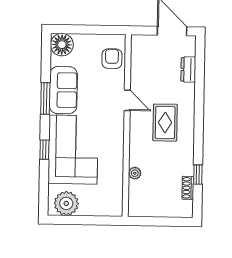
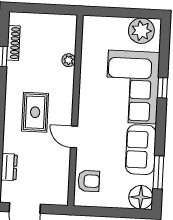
armchair: (112, 59) -> (89, 181), turned -90
window: (45, 98) -> (158, 172), moved
shoe rack: (188, 188) -> (13, 43), width x1.43

